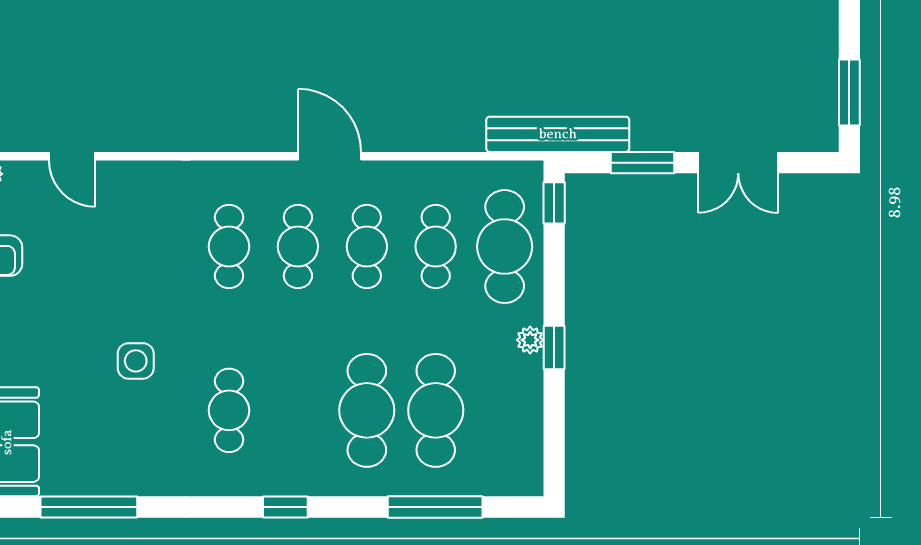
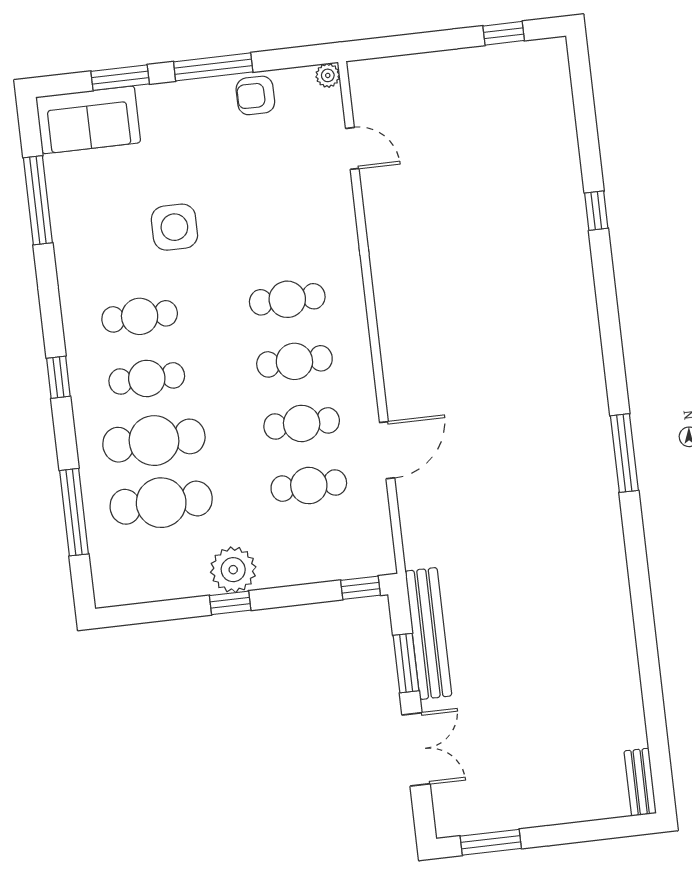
bench: (558, 134) -> (428, 633), moved
door: (72, 156) -> (352, 148), swing flipped
door: (330, 156) -> (387, 450), moved
double door: (738, 163) -> (416, 749), swing flipped
cafe table: (505, 247) -> (147, 378), moved, width x0.73, depth x0.74
plant: (530, 340) -> (233, 570), width x1.87, depth x1.87
side table: (136, 361) -> (174, 227), width x1.37, depth x1.37

